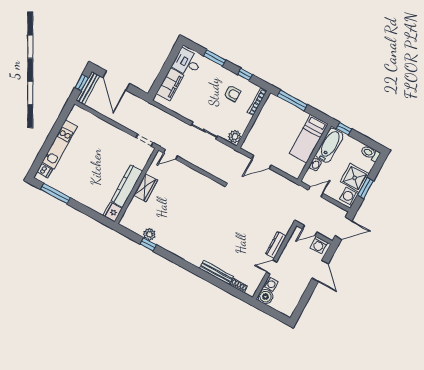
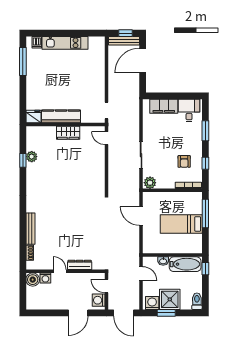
bed: (309, 139) -> (181, 224), moved

